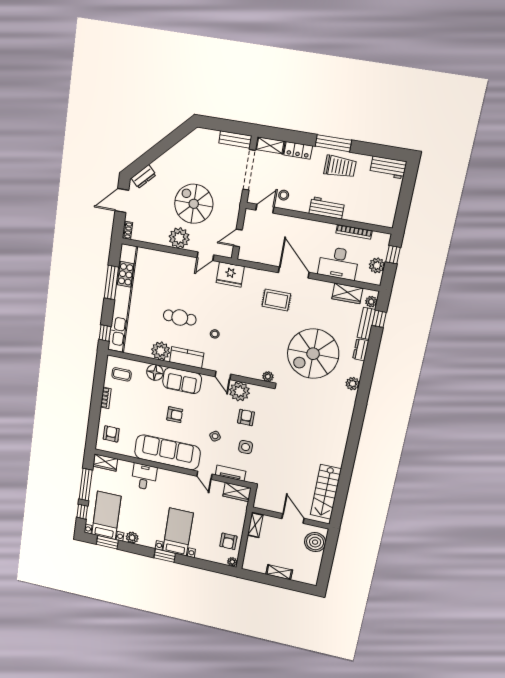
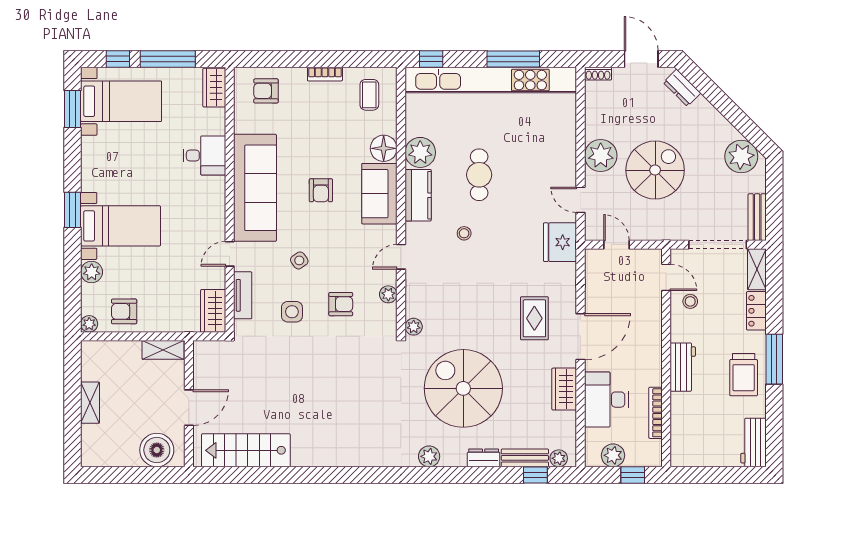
plant: (194, 144) -> (741, 157), added
wardrobe: (347, 293) -> (564, 389), moved
plant: (239, 391) -> (388, 294), width x0.53, depth x0.53
armchair: (111, 434) -> (266, 91), turned 180
plant: (132, 538) -> (92, 272), moved

